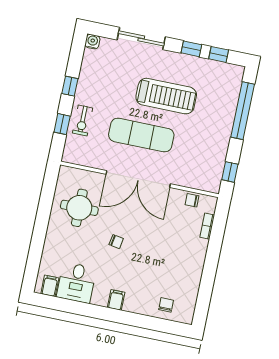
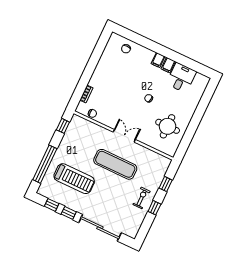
sliding door: (141, 38) -> (100, 228), width x1.36
water cooler: (92, 42) -> (133, 233), removed
treadmill: (166, 96) -> (74, 179), moved, turned 180
exercise bike: (83, 121) -> (142, 198), moved
double door: (138, 179) -> (124, 136), width x0.54
filing cabinet: (50, 286) -> (168, 65), moved

